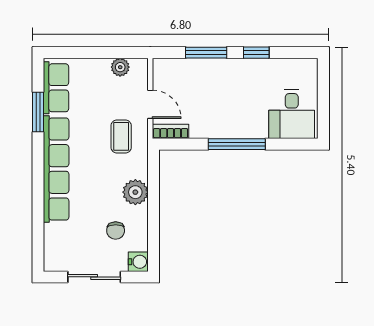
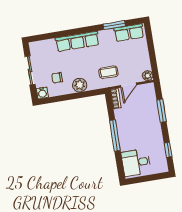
window: (256, 53) -> (168, 150), moved
plant: (120, 67) -> (148, 76), moved
row of seats: (56, 169) -> (77, 41), width x0.73

